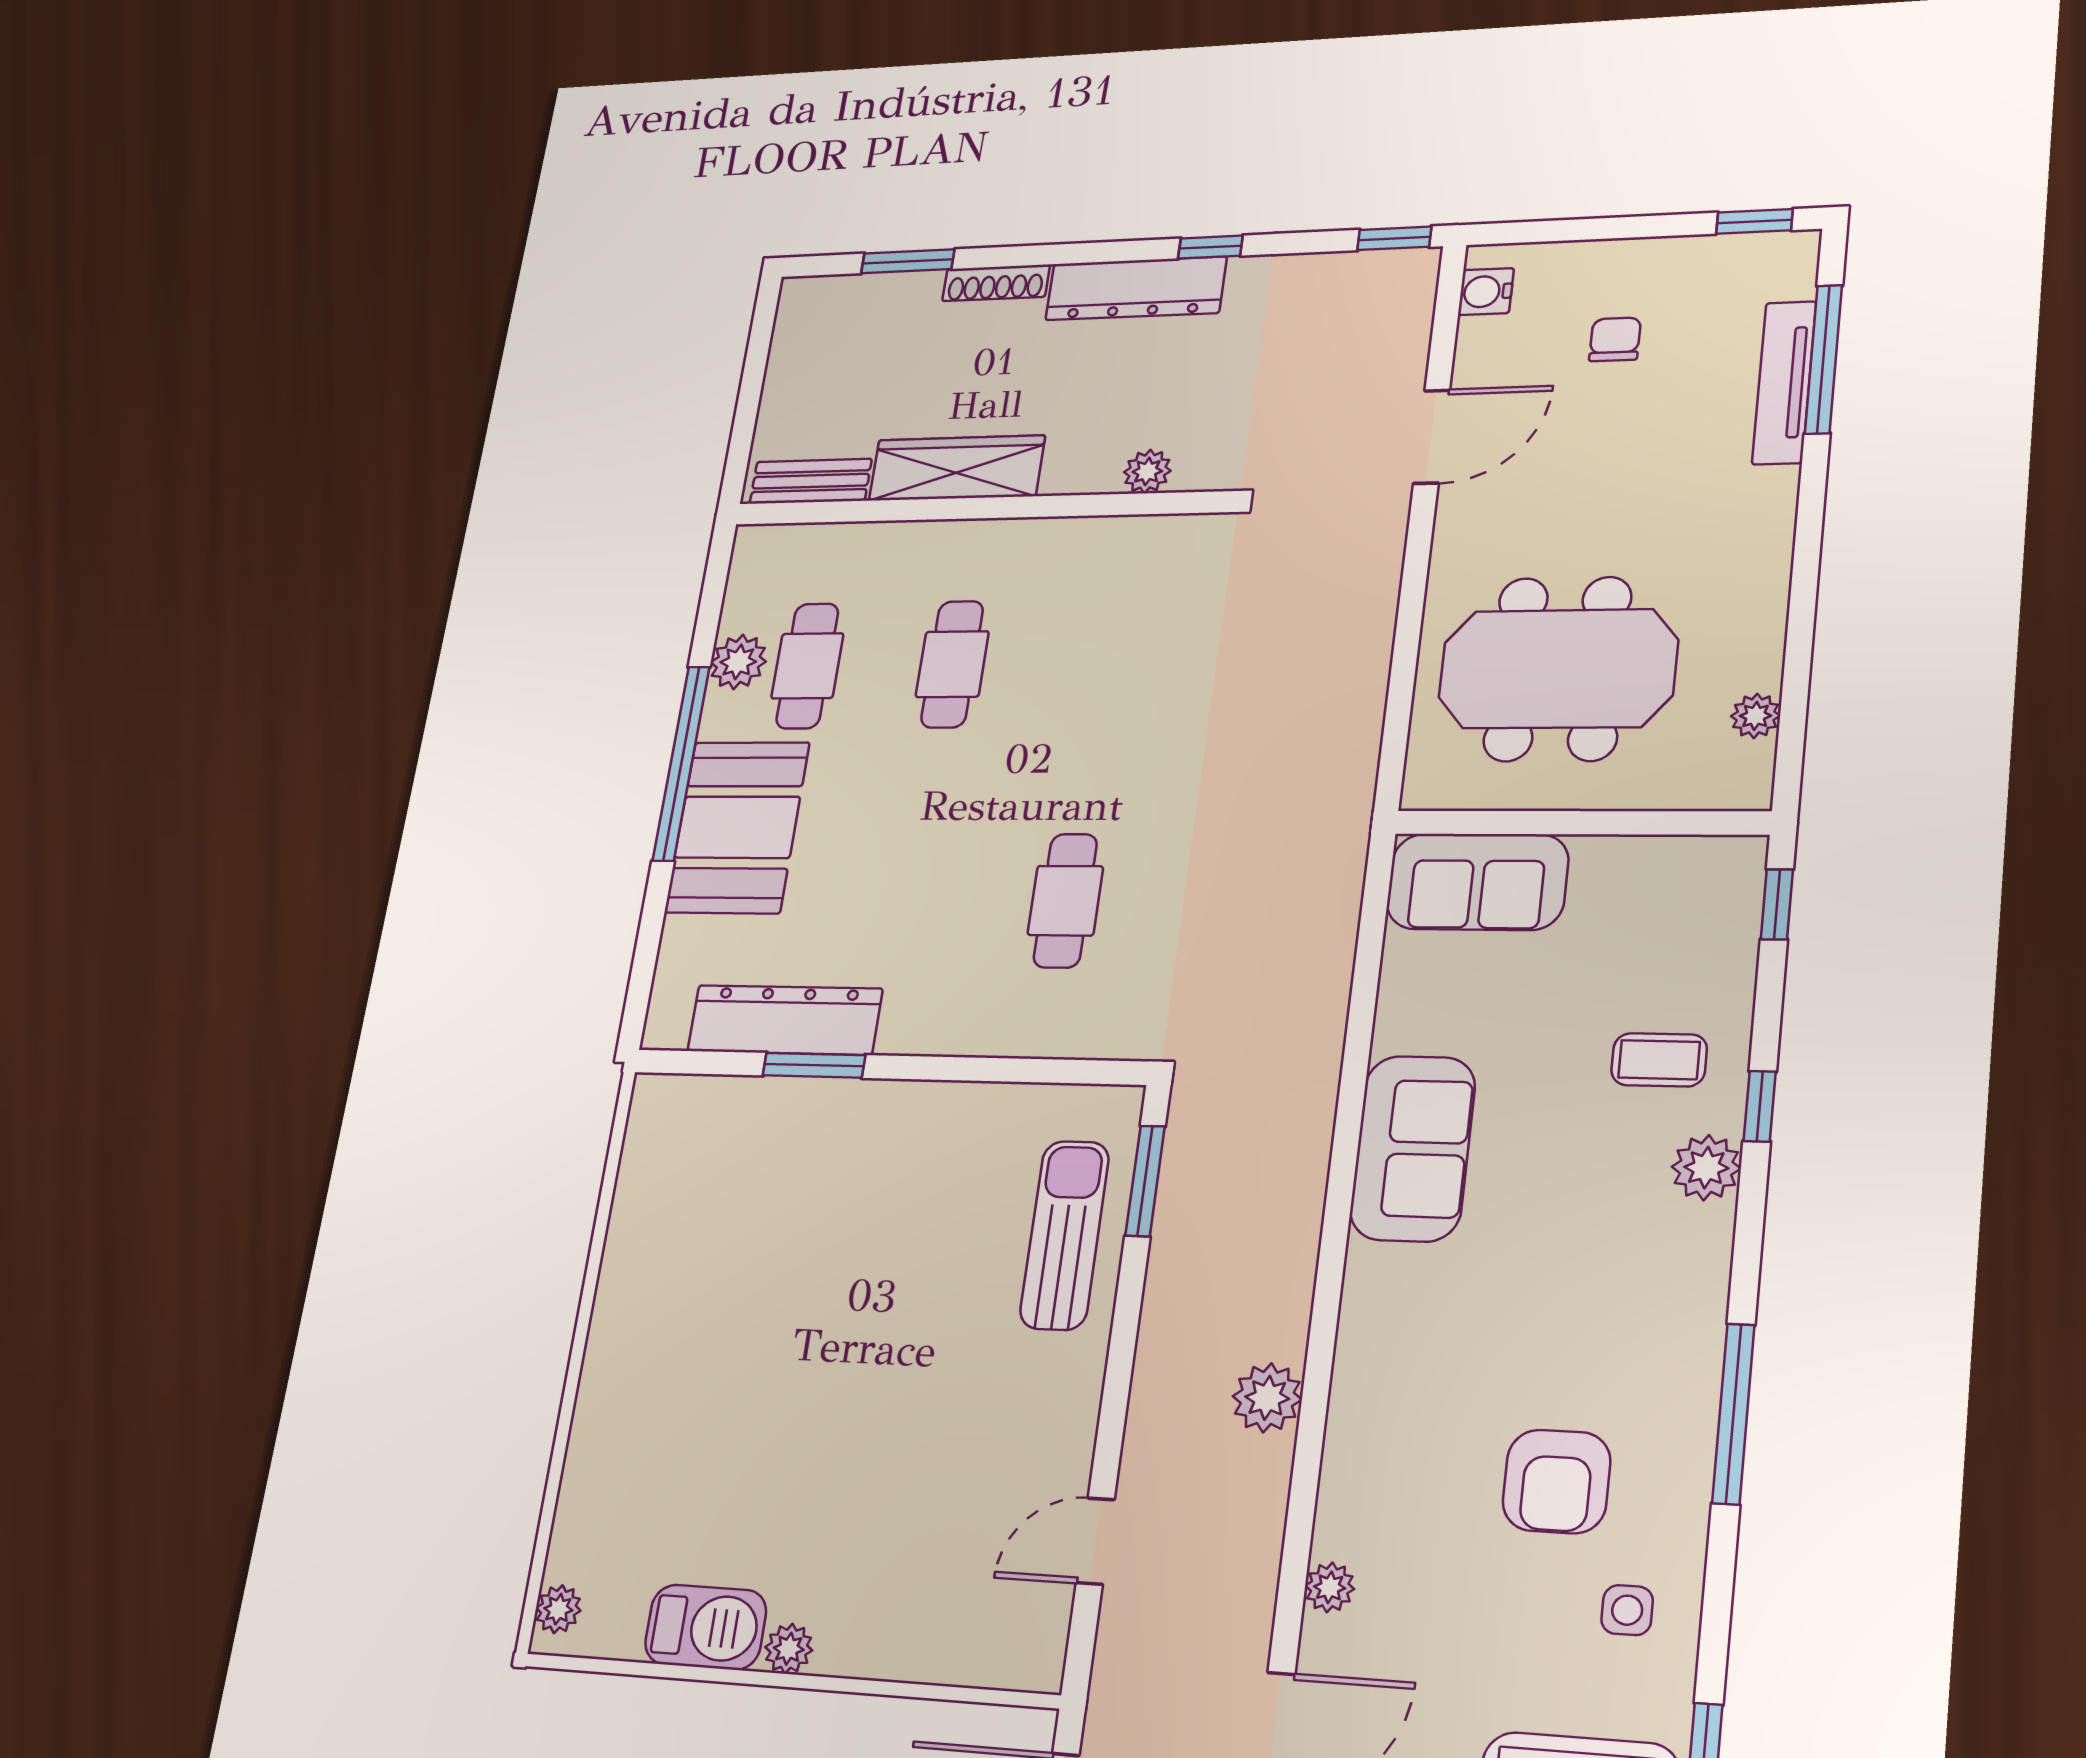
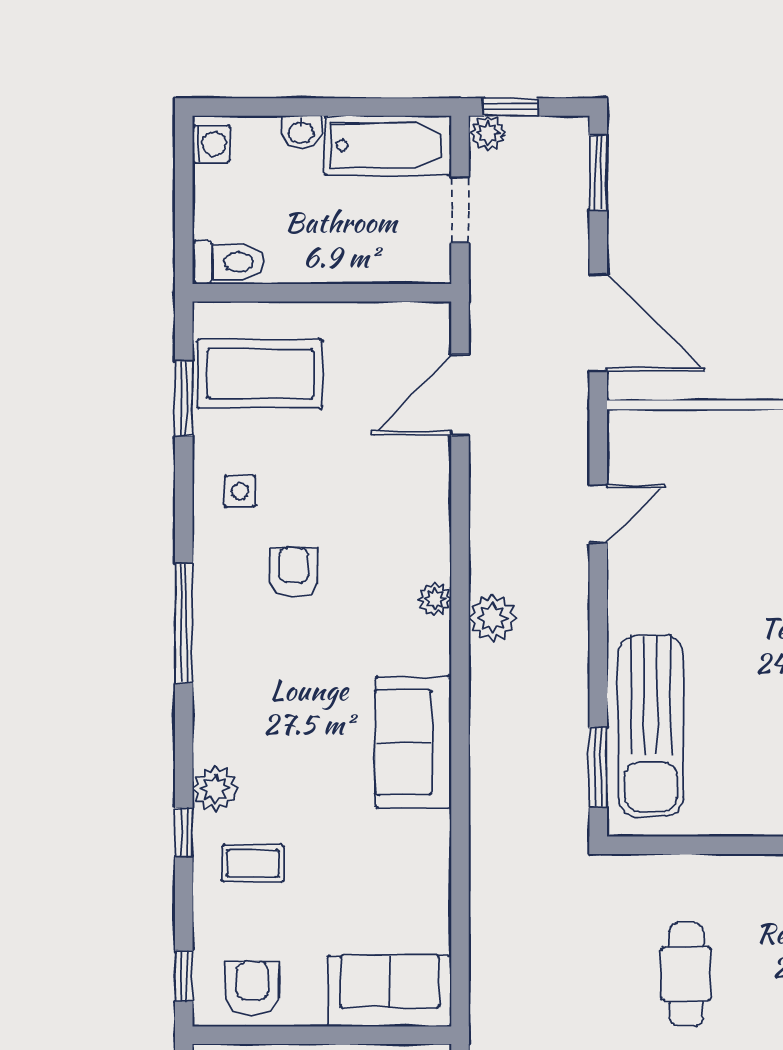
armchair: (1676, 887) -> (252, 988), added
sofa: (1413, 1148) -> (413, 742), moved
sun lounger: (1065, 1235) -> (651, 726), width x1.36, depth x1.34
armchair: (1557, 1481) -> (293, 572), width x0.72, depth x0.72
plant: (1330, 1587) -> (435, 599), moved

